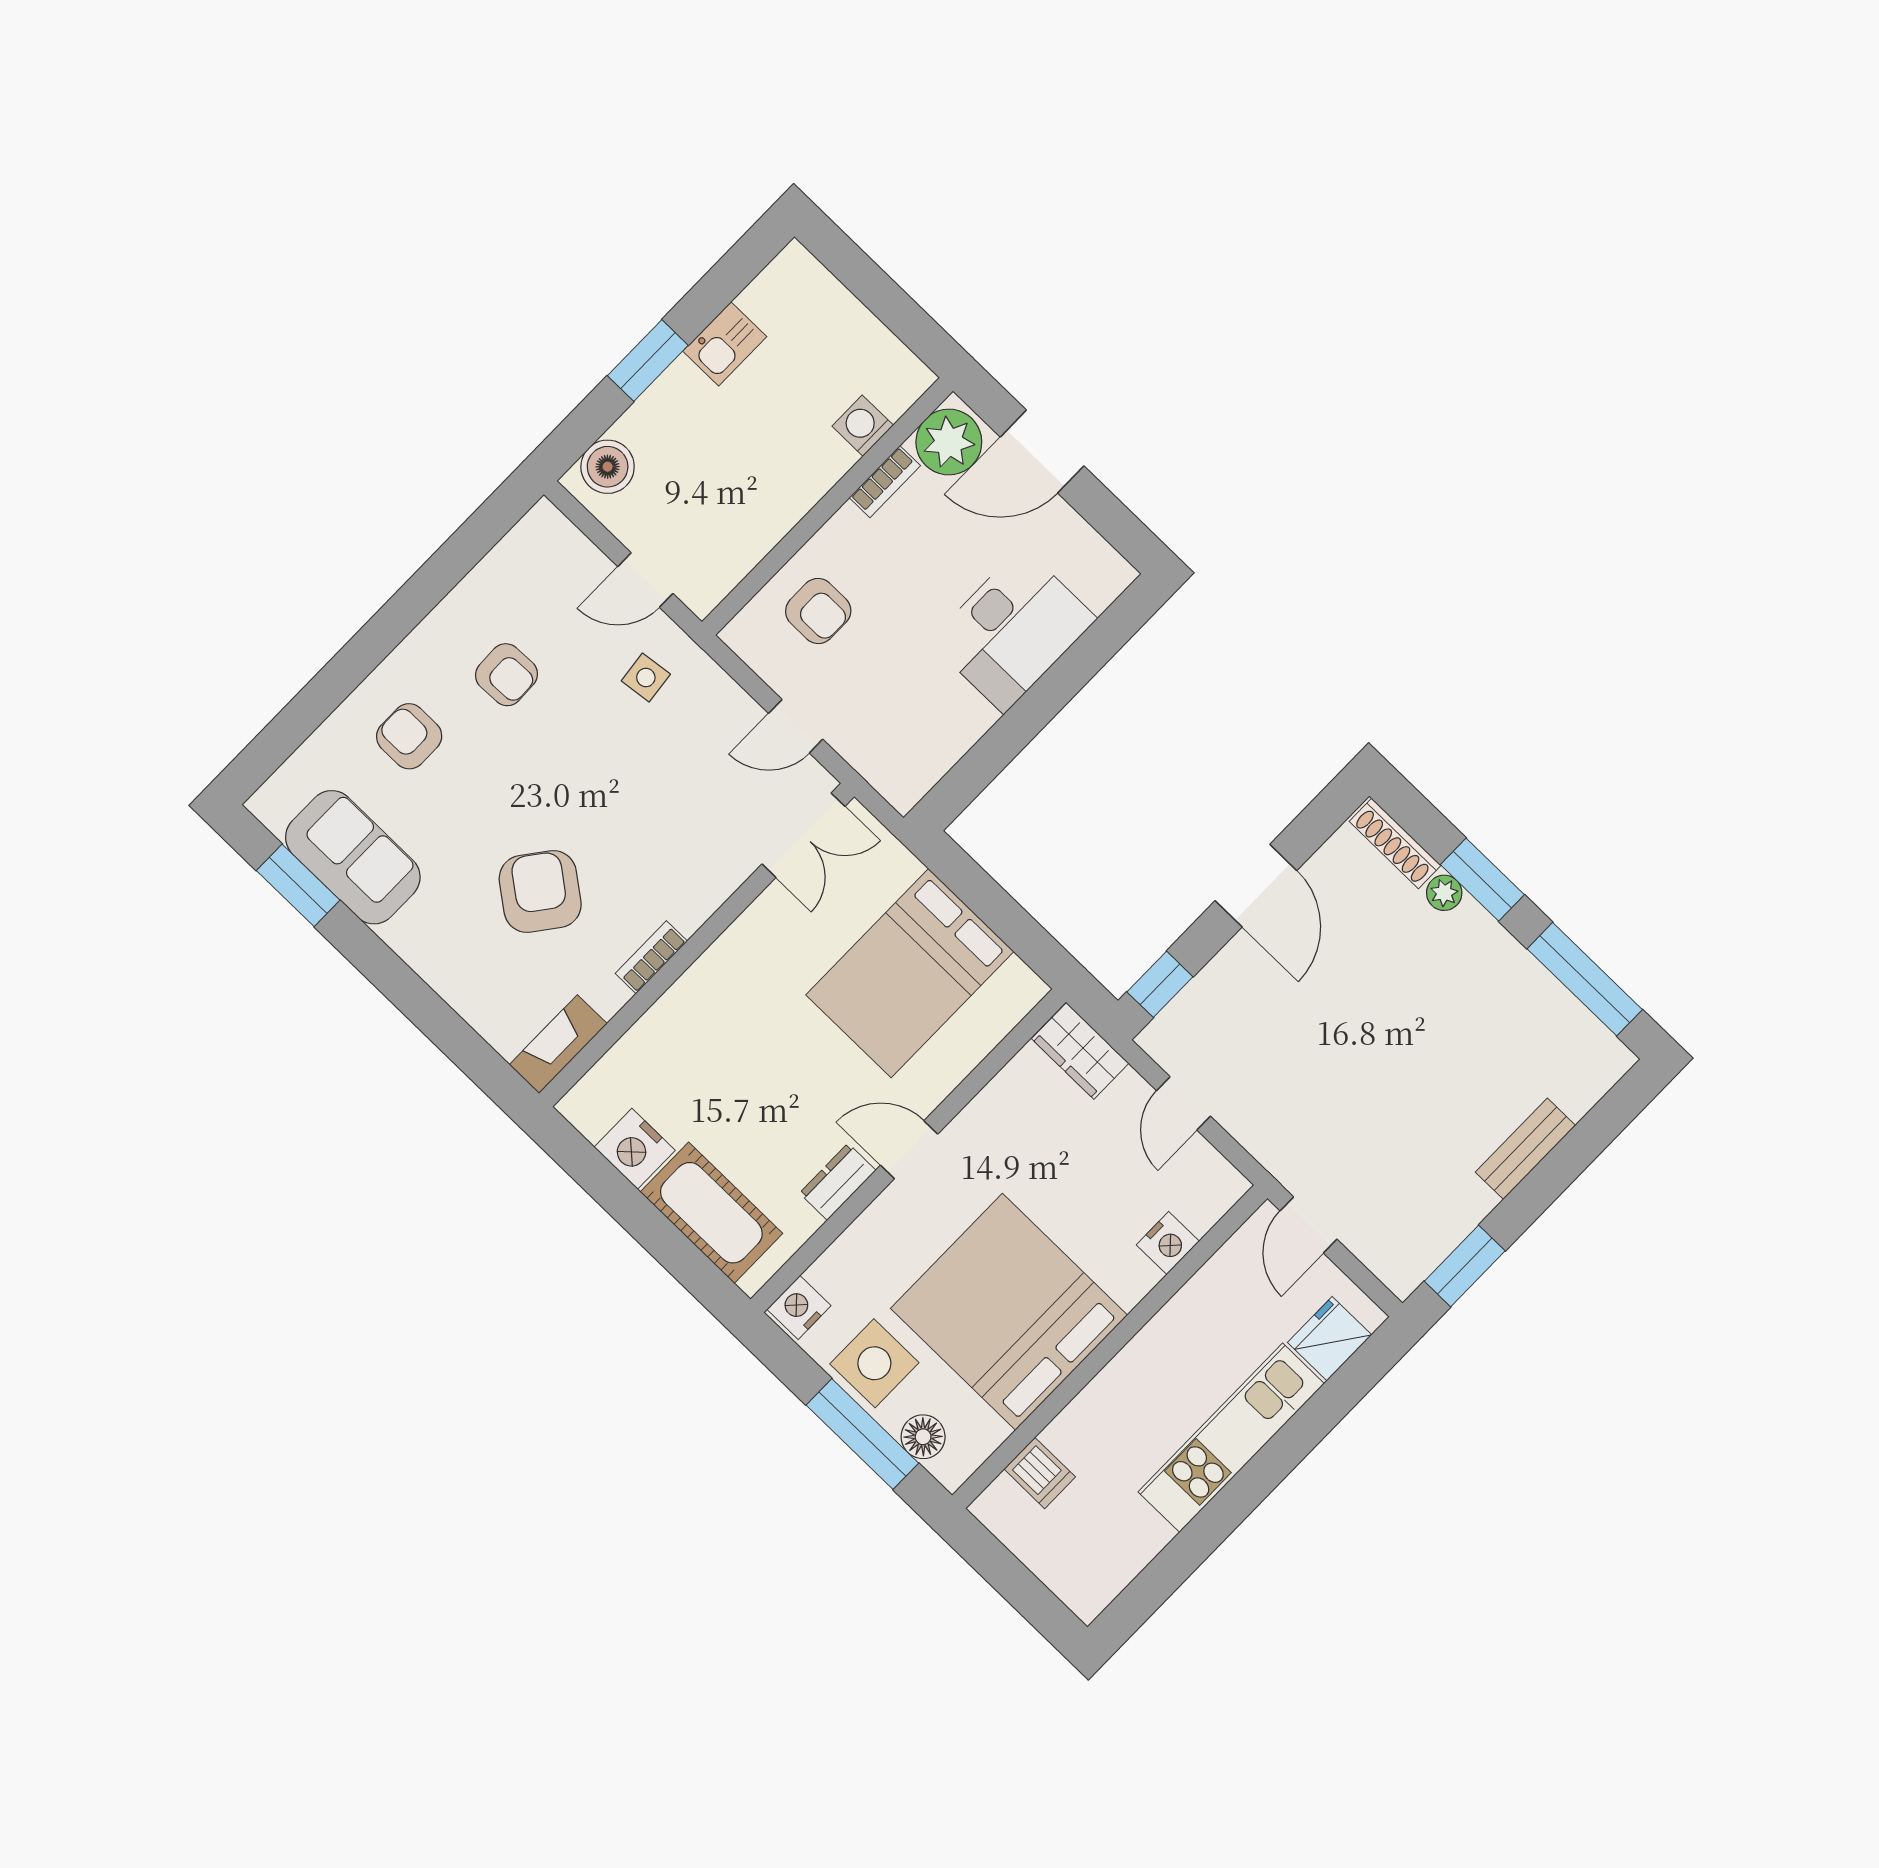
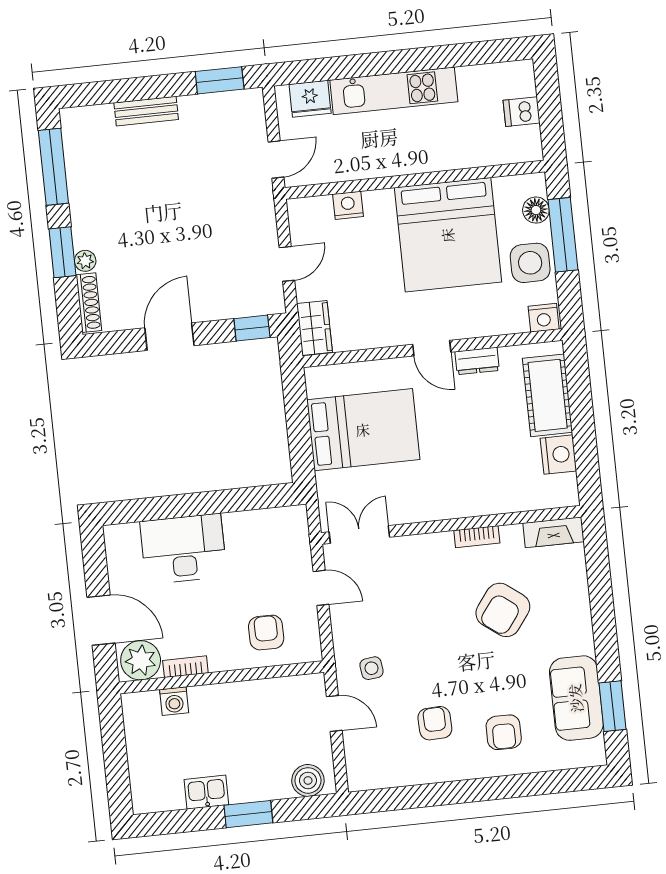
dishwasher: (1040, 1473) -> (522, 112), moved, turned -90

